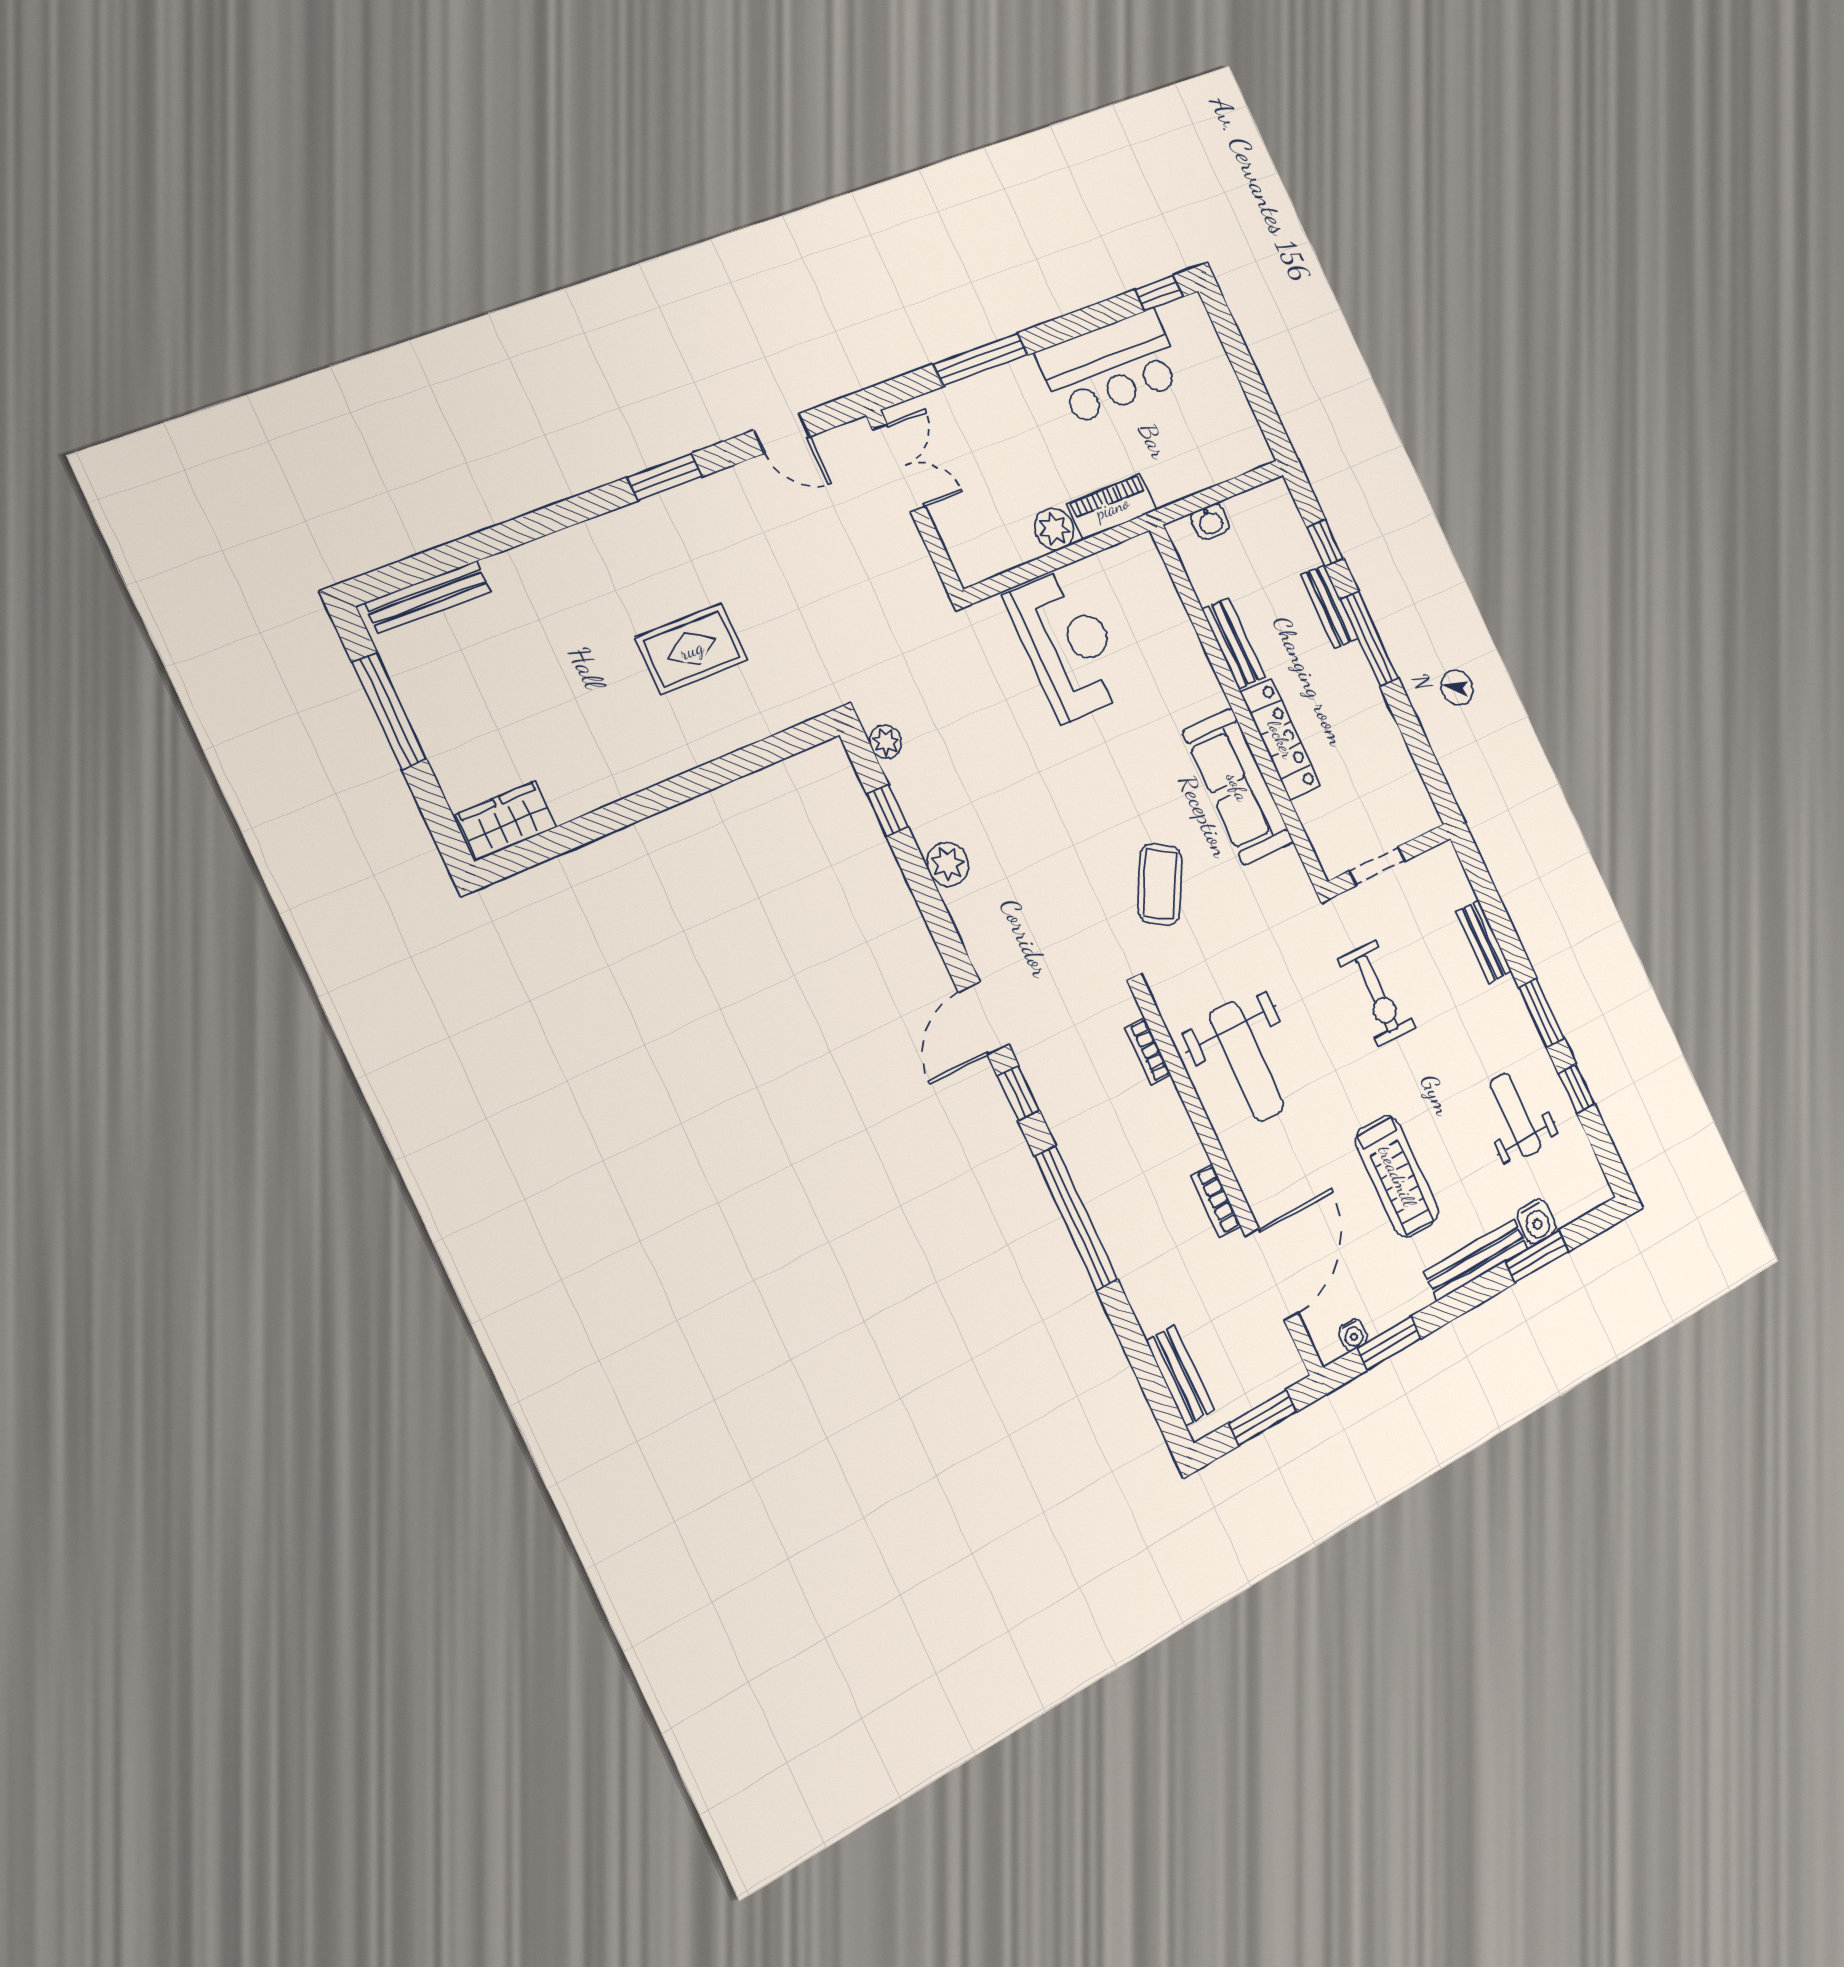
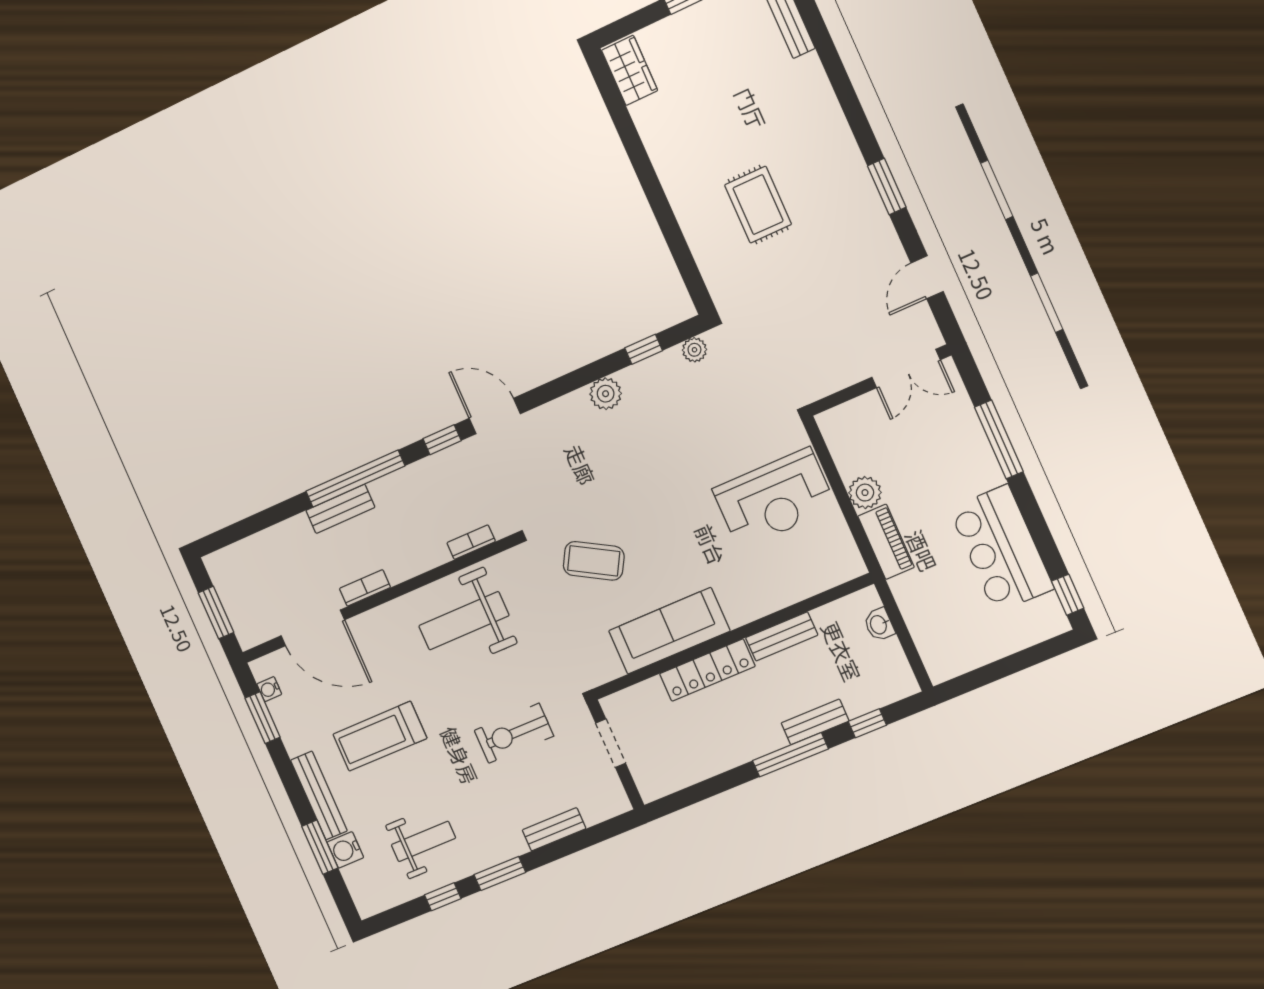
bench: (1180, 1375) -> (340, 509), moved

